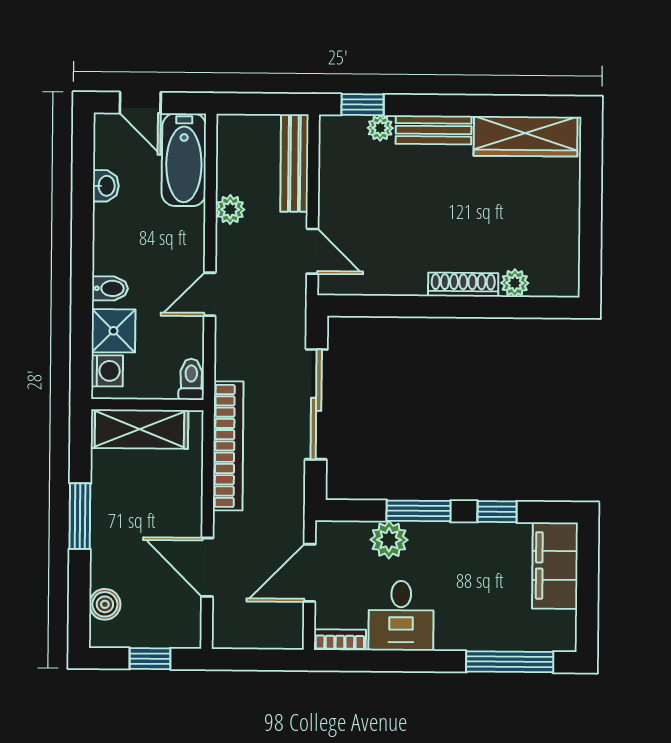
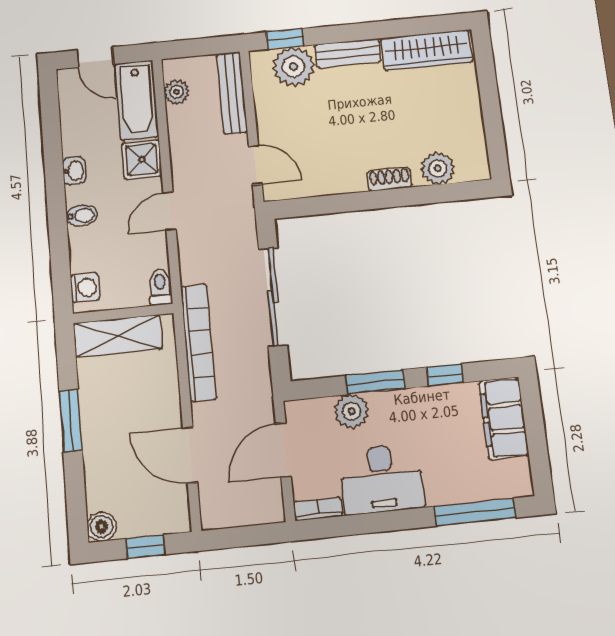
plant: (380, 128) -> (293, 67), width x1.87, depth x1.87
washbasin: (106, 186) -> (74, 171), moved
plant: (230, 209) -> (177, 92), moved
plant: (515, 283) -> (438, 168), width x1.38, depth x1.38
shoe rack: (463, 285) -> (389, 179), width x0.70
shower: (113, 331) -> (142, 159), moved
boiler: (105, 604) -> (101, 527), moved
desk: (401, 616) -> (382, 479), width x1.37

